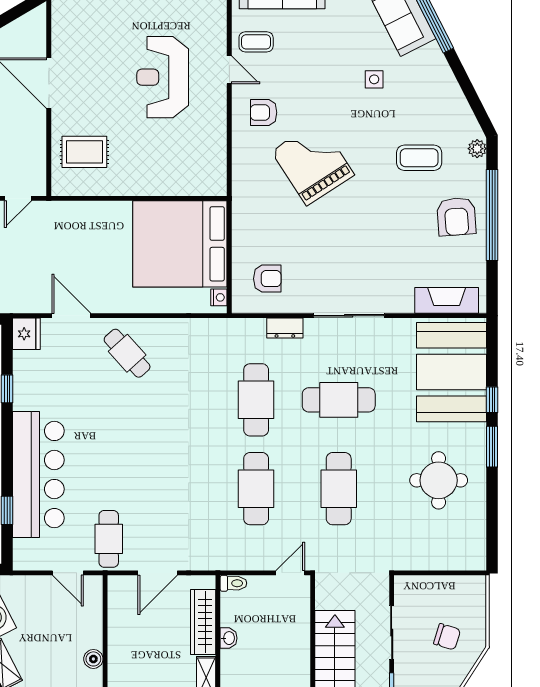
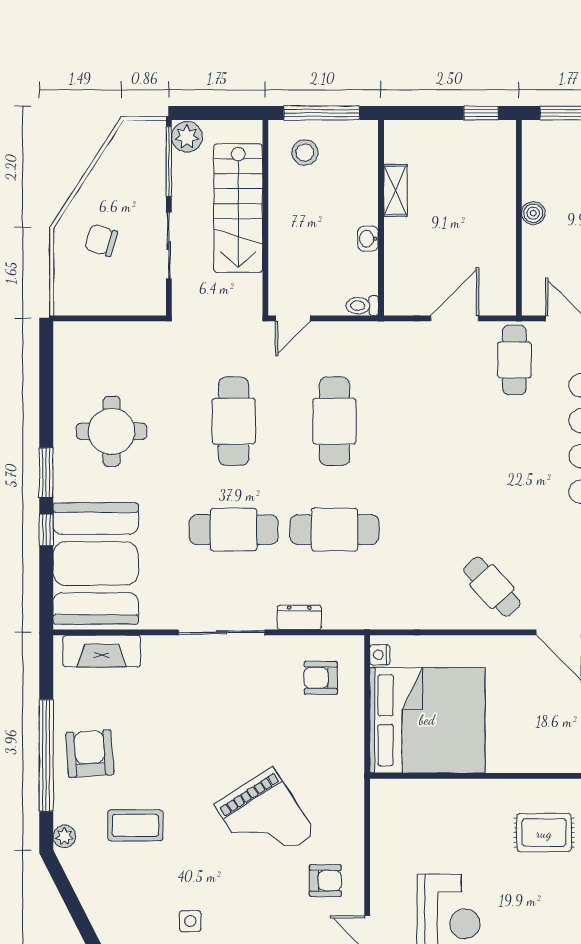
cafe table: (256, 400) -> (334, 530), turned 90
wardrobe: (203, 622) -> (399, 258), removed

